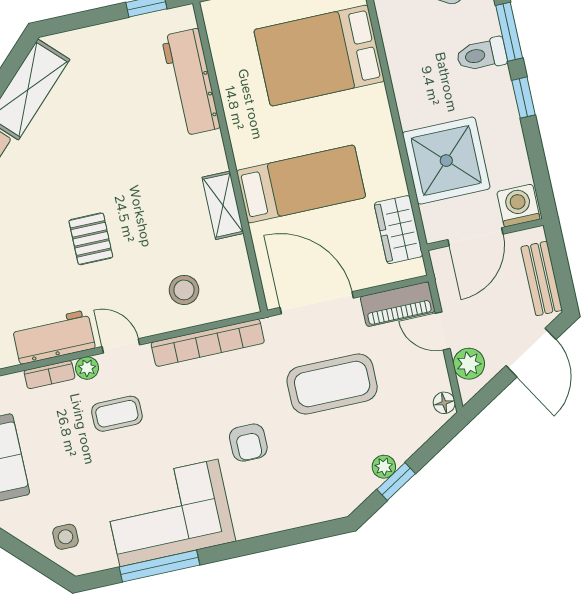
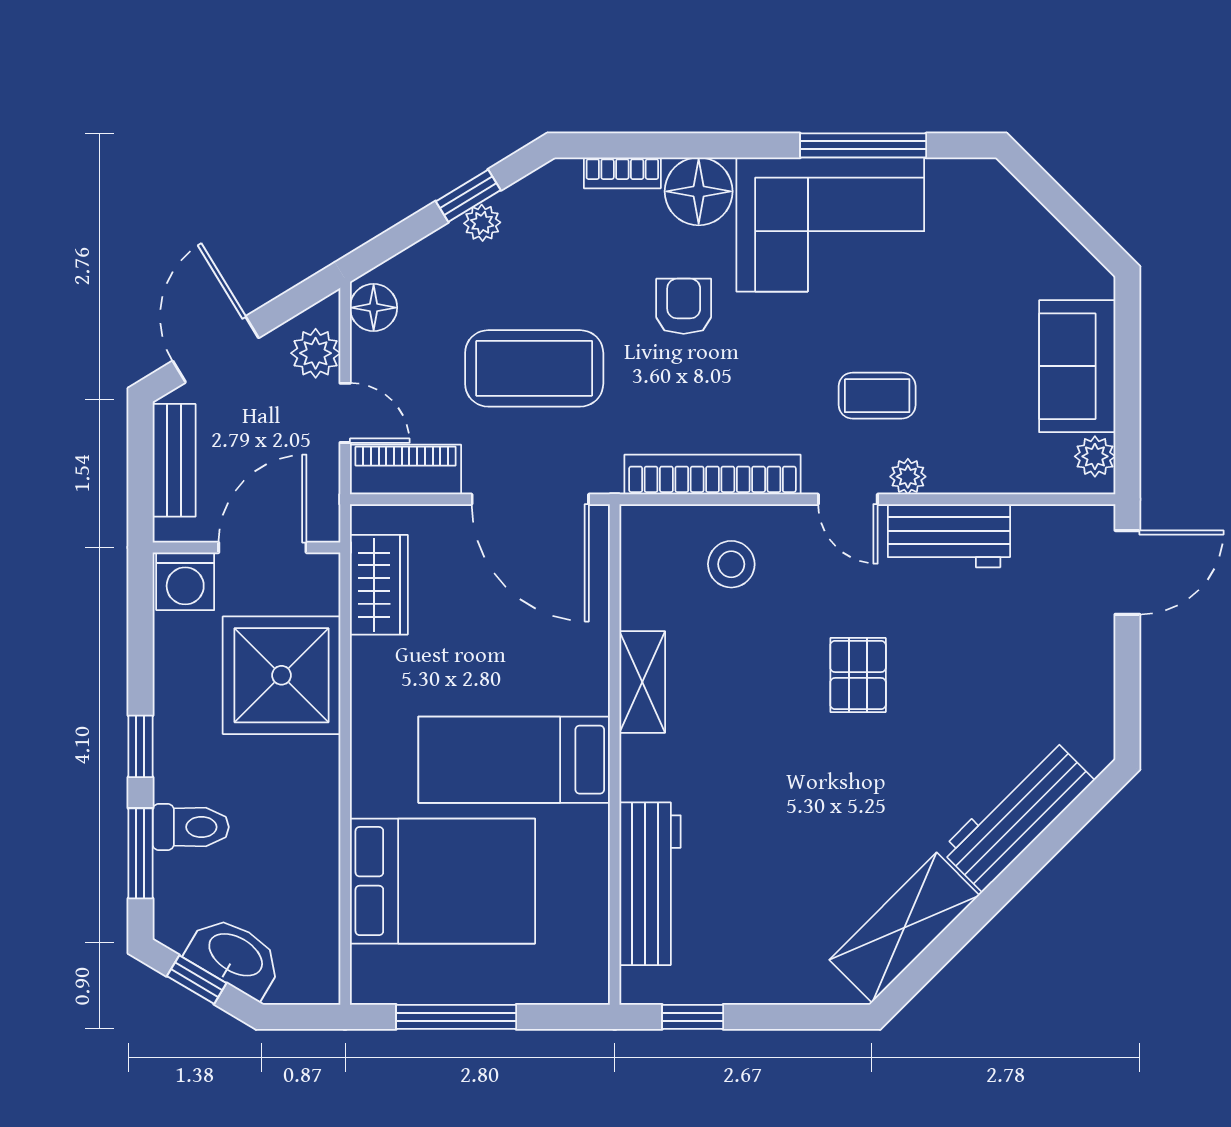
bed: (301, 184) -> (514, 760), moved
bookcase: (49, 375) -> (622, 173), moved, turned 180
floor lamp: (444, 403) -> (374, 308), width x1.37, depth x1.37
floor lamp: (255, 515) -> (699, 191), added
side table: (66, 537) -> (999, 223), removed

